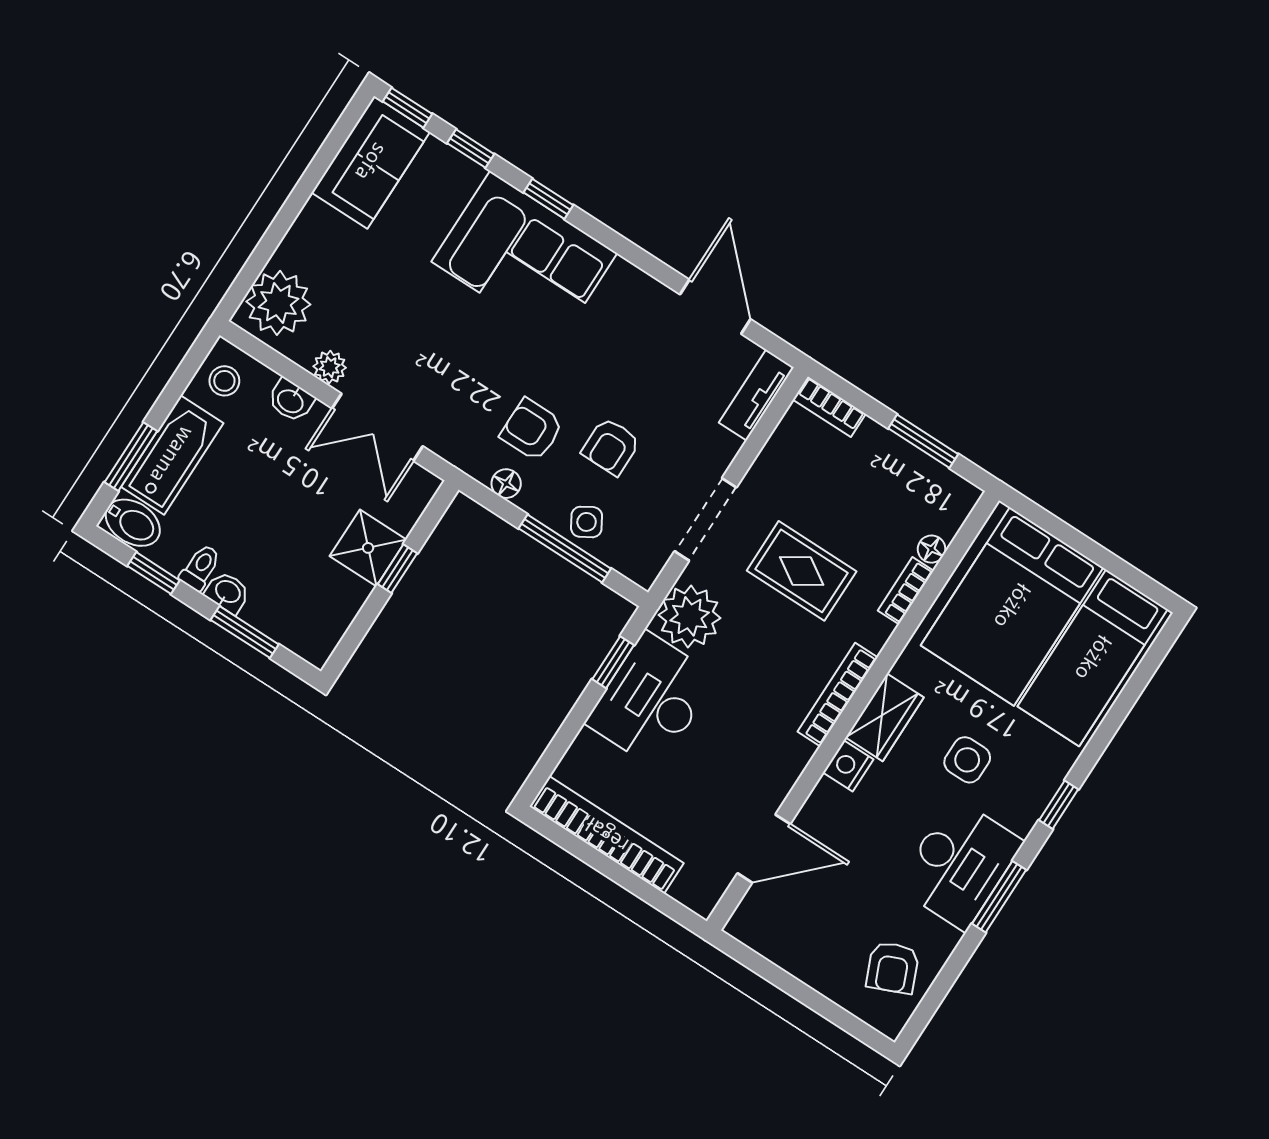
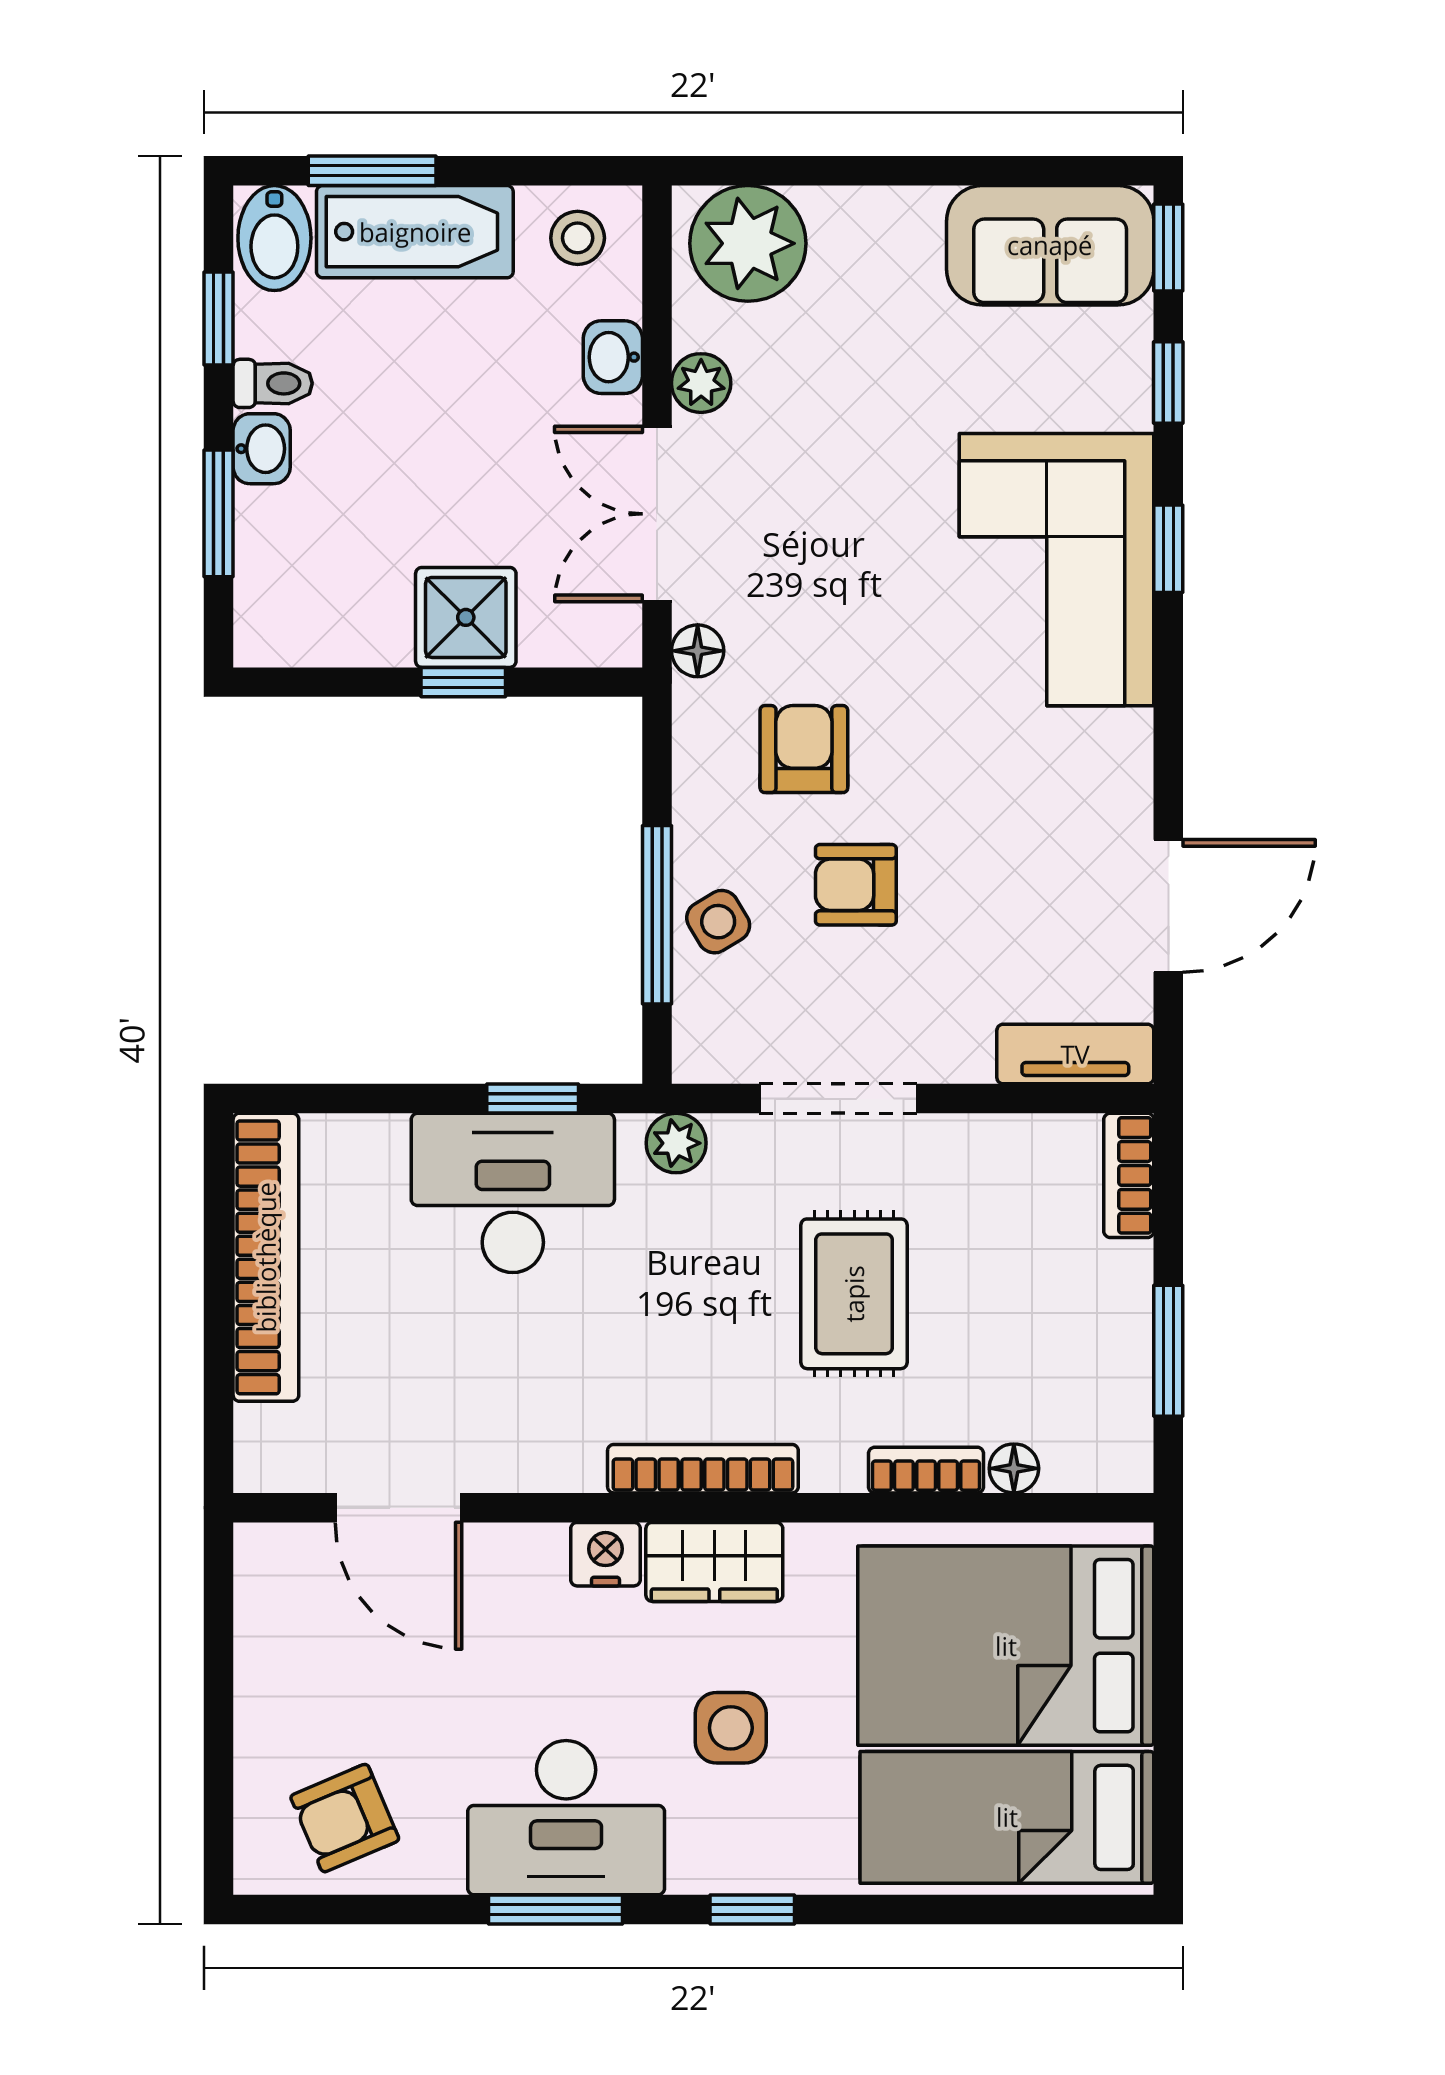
floor lamp: (506, 484) -> (698, 651), moved
plant: (690, 616) -> (676, 1143), width x0.53, depth x0.53

